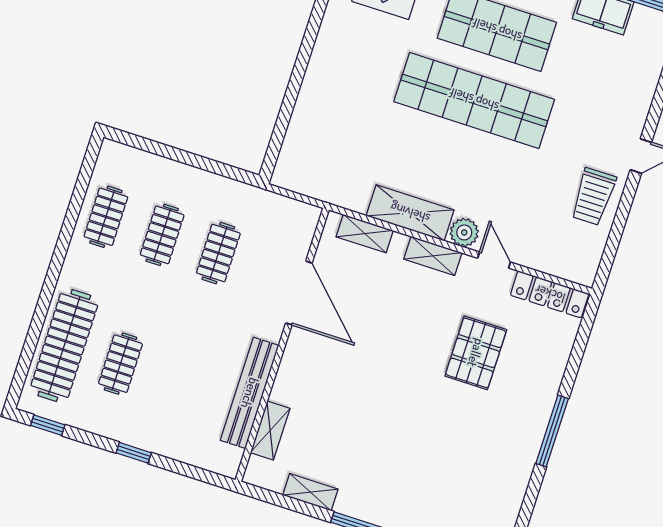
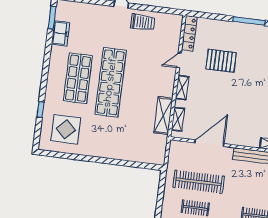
shelving: (410, 213) -> (163, 115), moved
plant: (464, 232) -> (169, 76), removed
clothes rail: (218, 253) -> (199, 182), width x1.86, depth x1.31

